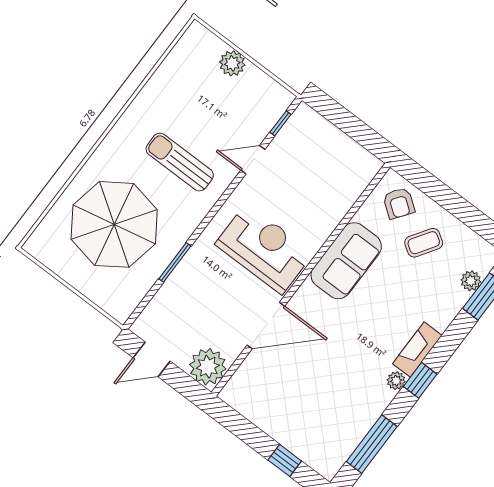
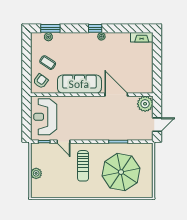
reception desk: (264, 249) -> (45, 117), moved
sofa: (346, 261) -> (79, 84), width x1.36
fireplace: (417, 350) -> (142, 37), moved
door: (152, 359) -> (157, 125), hinge flipped
window: (372, 444) -> (129, 28), removed
window: (285, 460) -> (157, 54), removed

